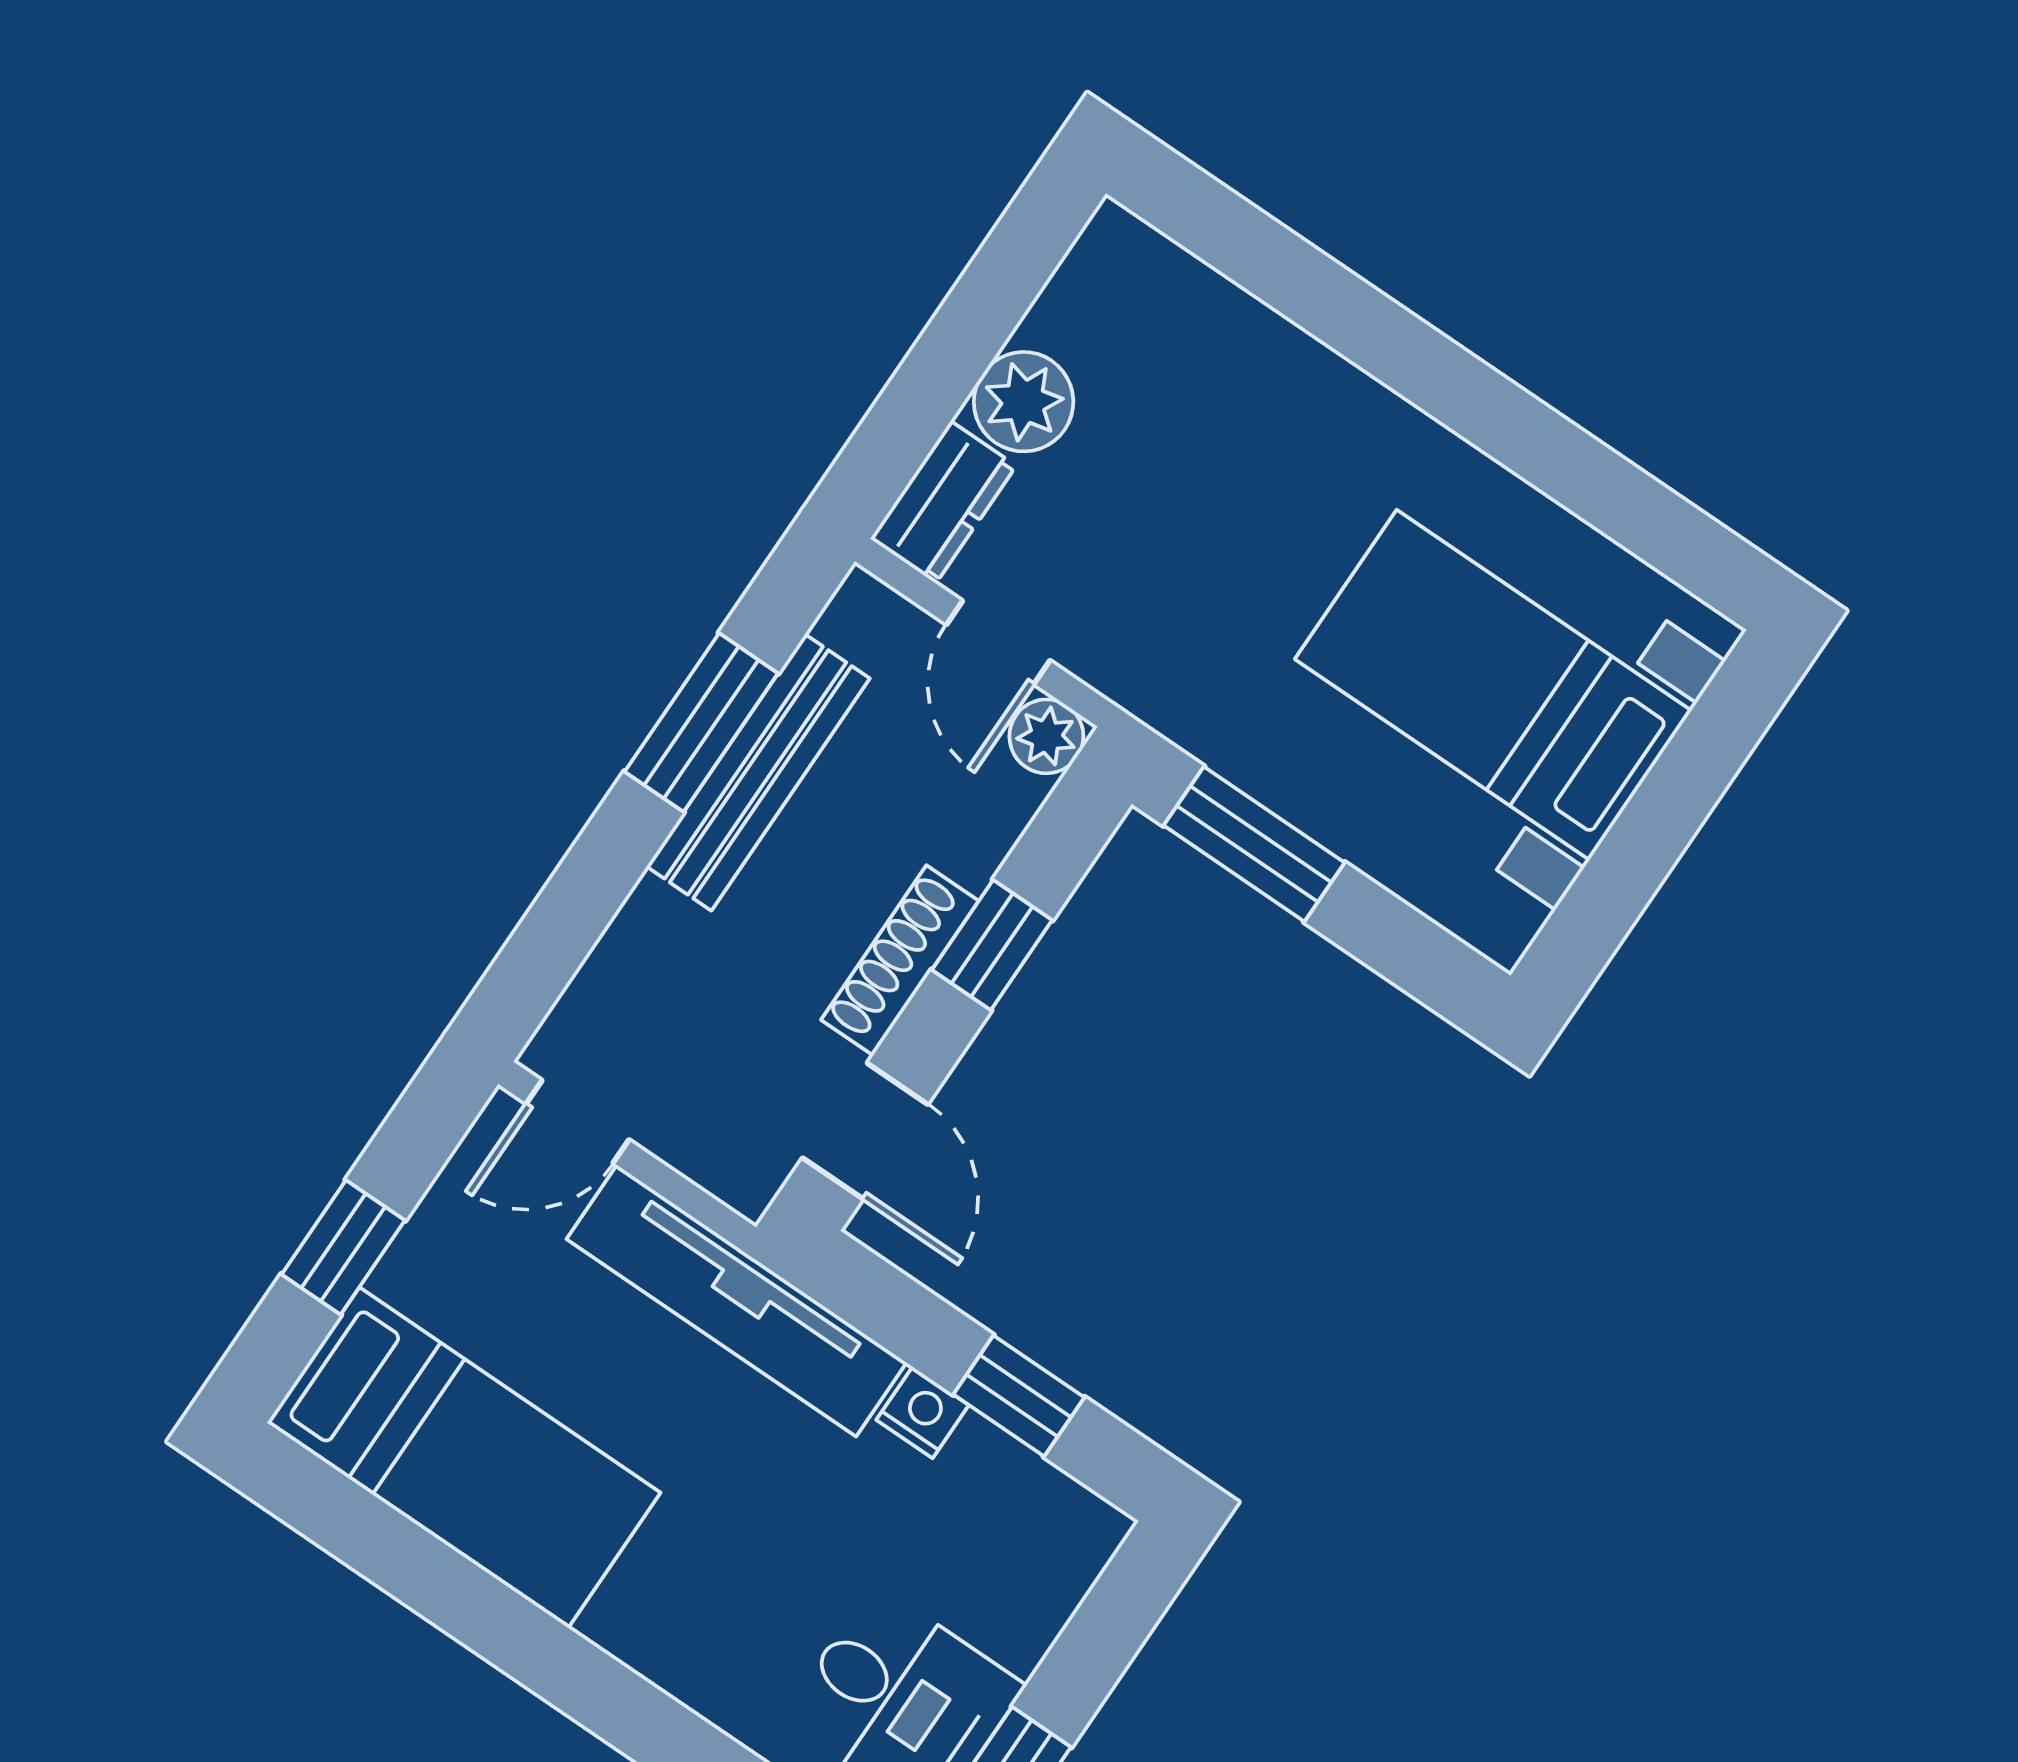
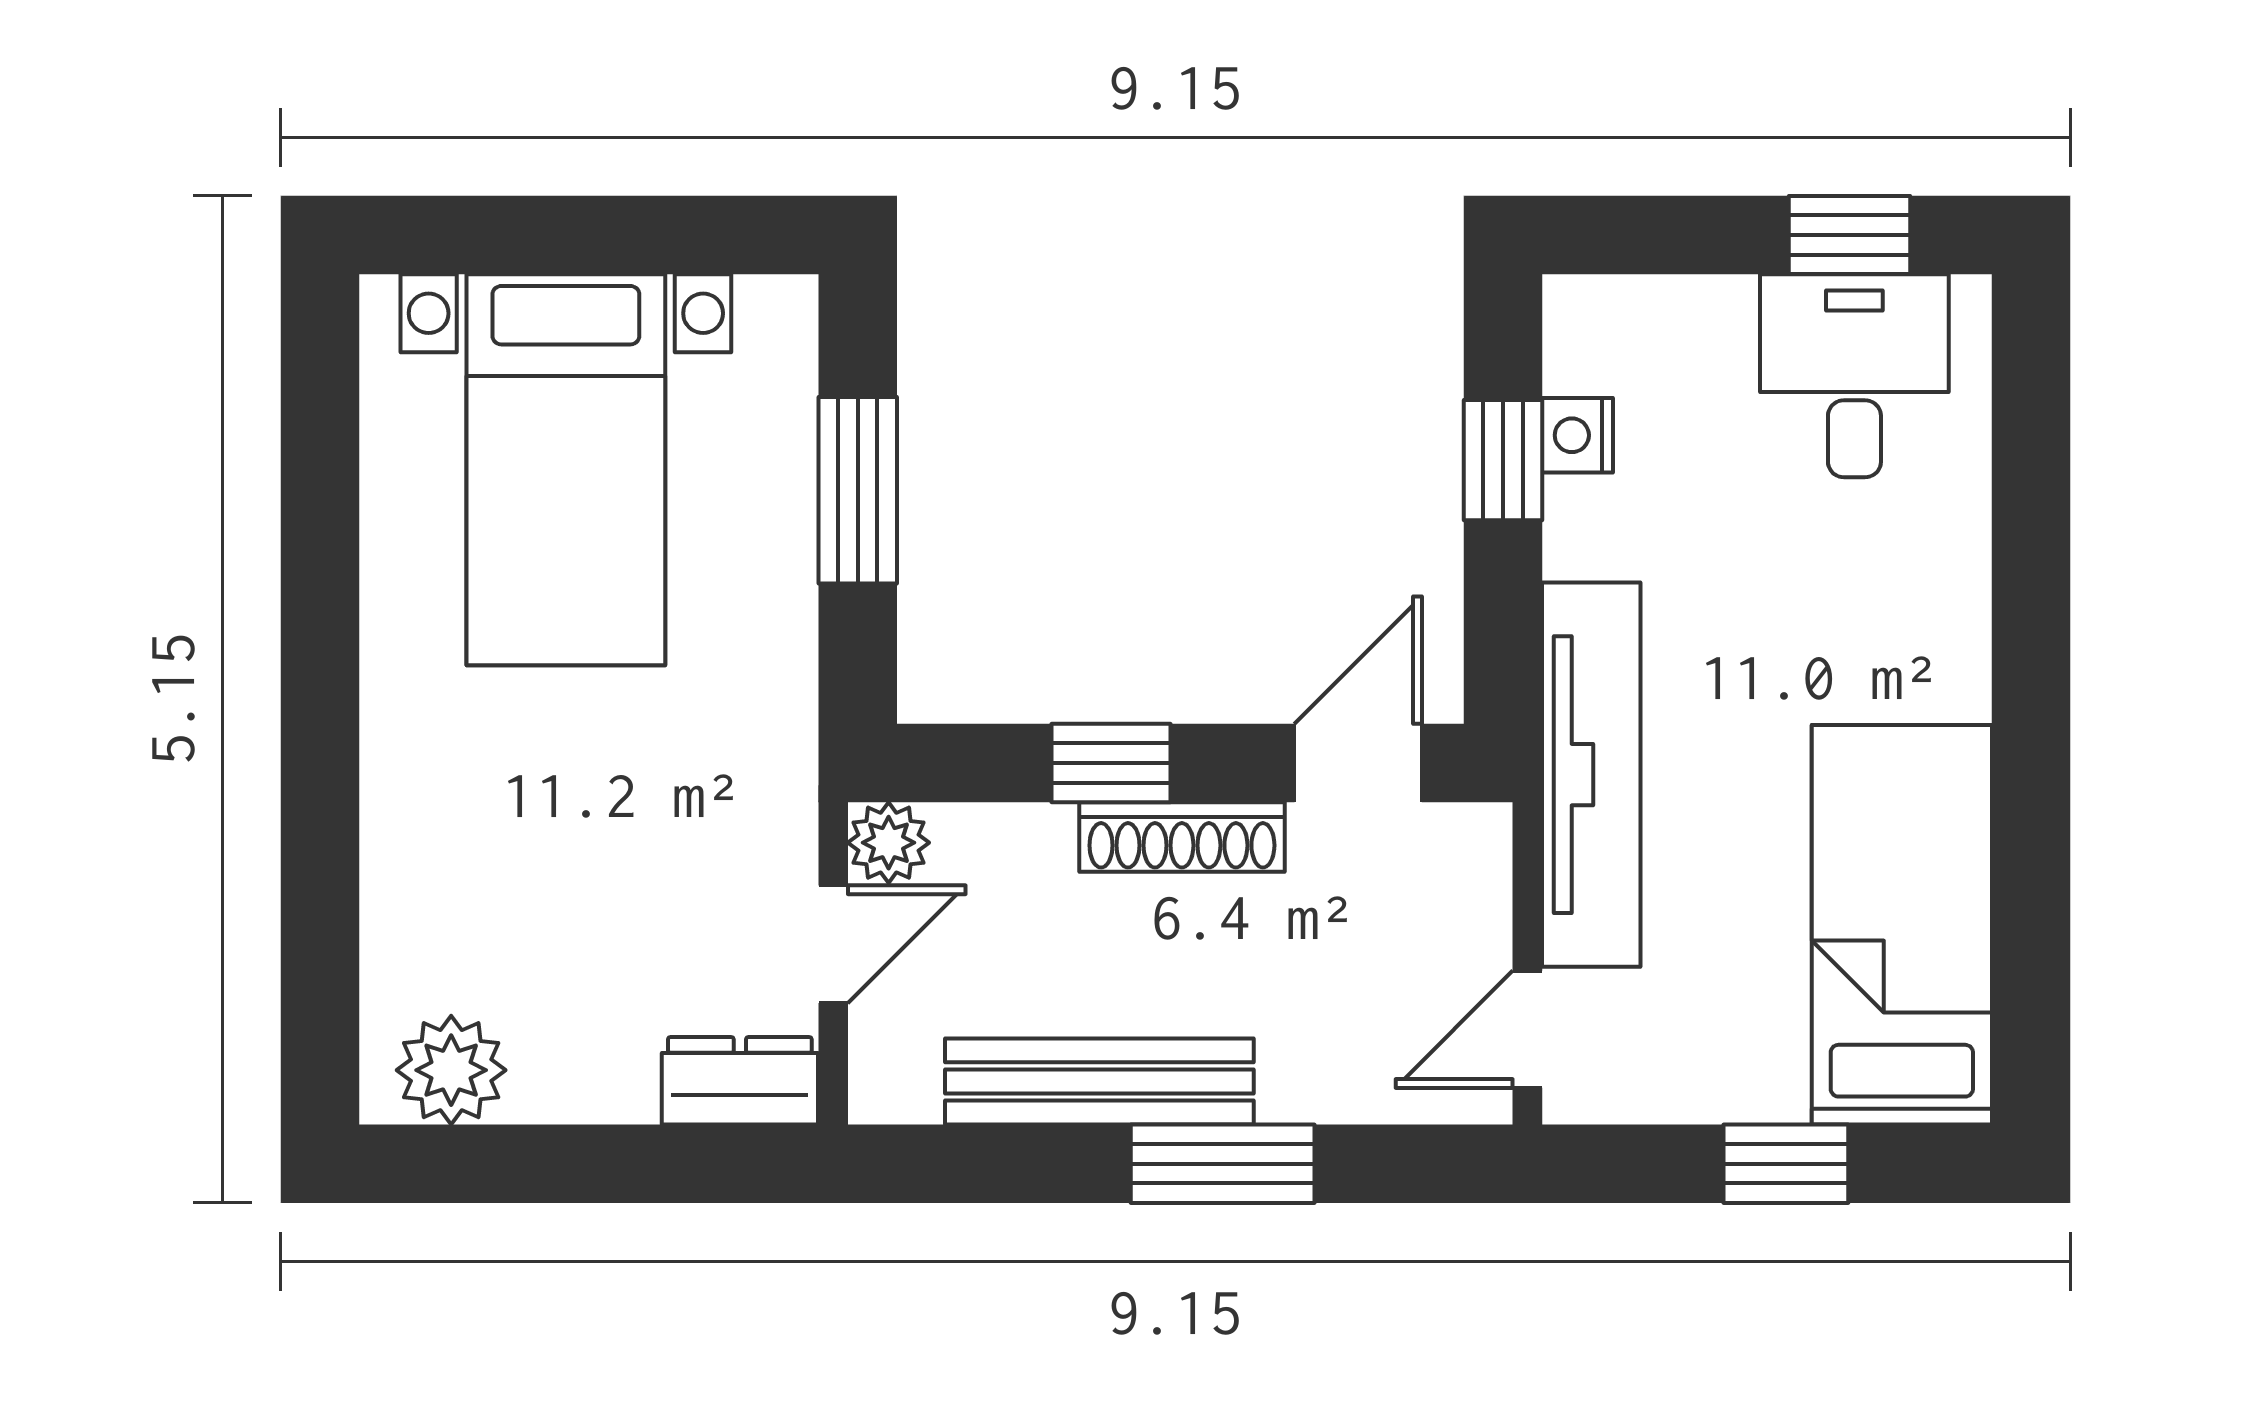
plant: (1024, 402) -> (451, 1070), moved
window: (701, 723) -> (1223, 1164), moved
window: (1254, 844) -> (858, 490), moved
door: (577, 1122) -> (1527, 1029), swing flipped
nightstand: (923, 1412) -> (1577, 435), moved

